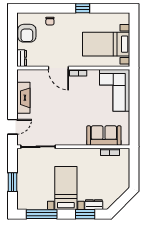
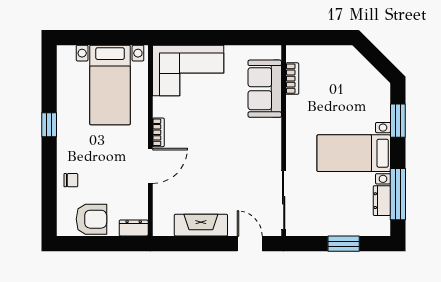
dresser: (94, 205) -> (382, 201), moved

